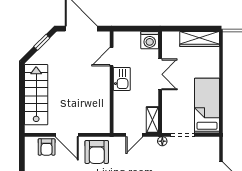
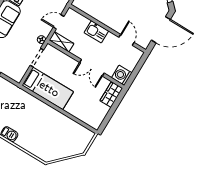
wardrobe: (200, 39) -> (111, 95), moved, width x0.67
kitchen sink: (122, 79) -> (96, 32), moved
door: (134, 135) -> (59, 22), hinge flipped

